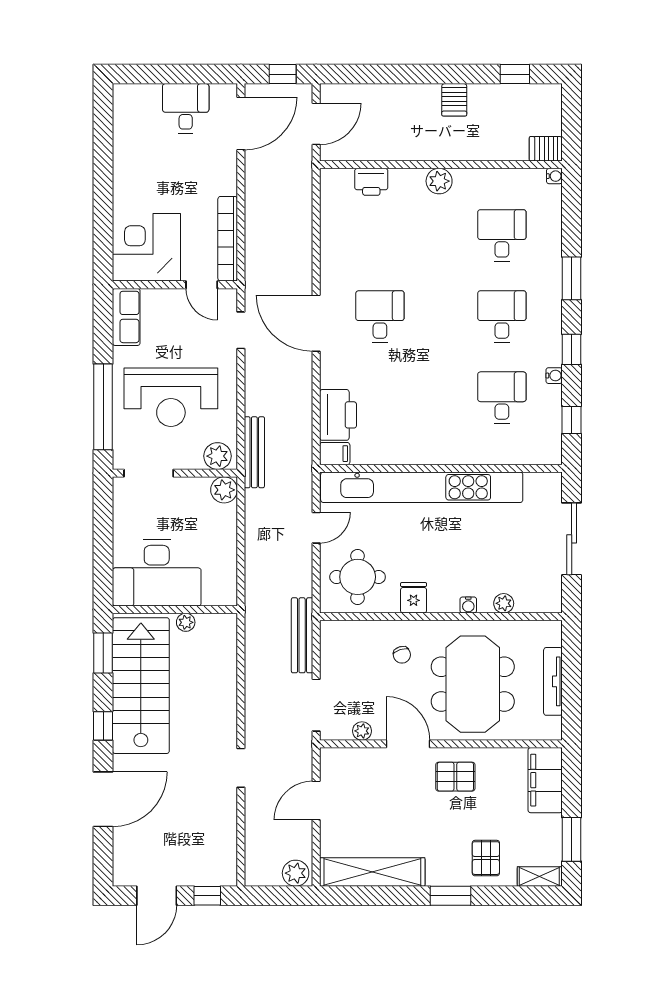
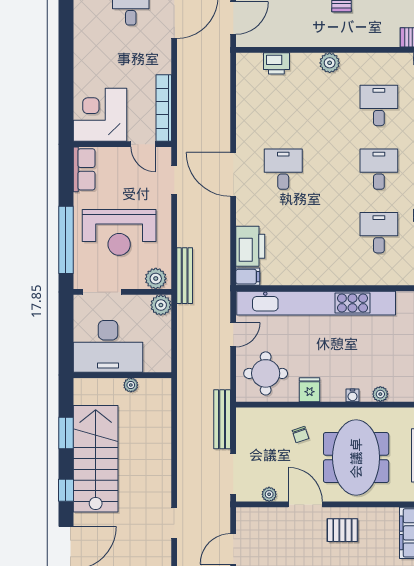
desk: (157, 573) -> (108, 346), moved
wall: (175, 610) -> (122, 375), moved
plant: (186, 622) -> (131, 385), moved

